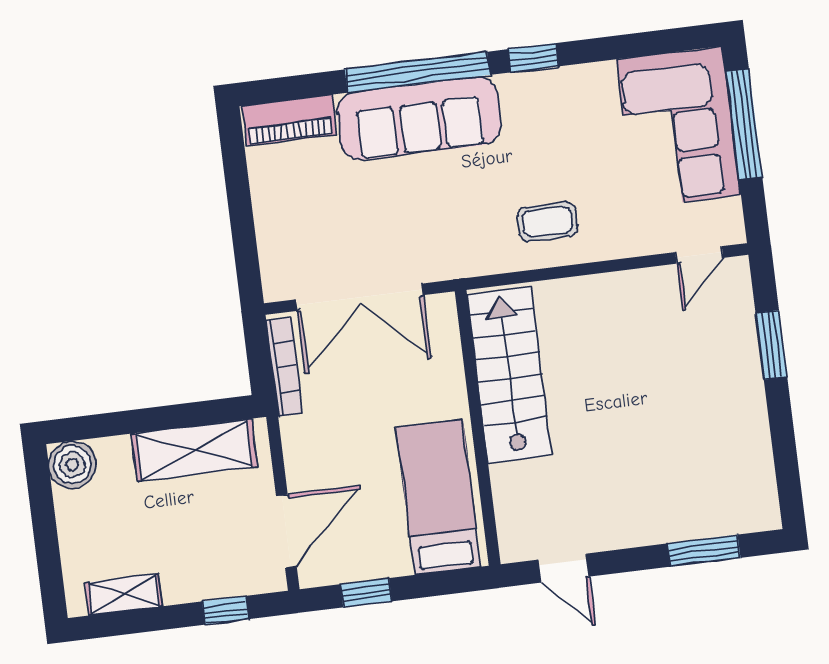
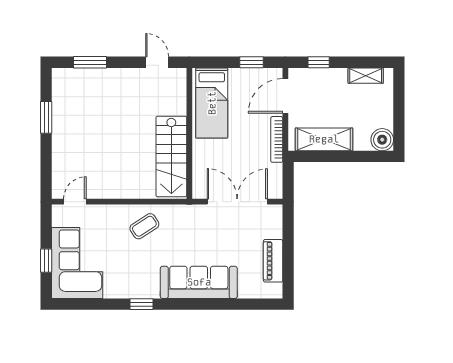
window: (417, 72) -> (197, 304), removed
piano: (289, 120) -> (273, 261), moved, turned -90
window: (744, 124) -> (46, 261), width x0.46
coffee table: (547, 222) -> (144, 226), turned -33
window: (771, 345) -> (46, 117), moved
bookcase: (284, 367) -> (277, 139), moved

